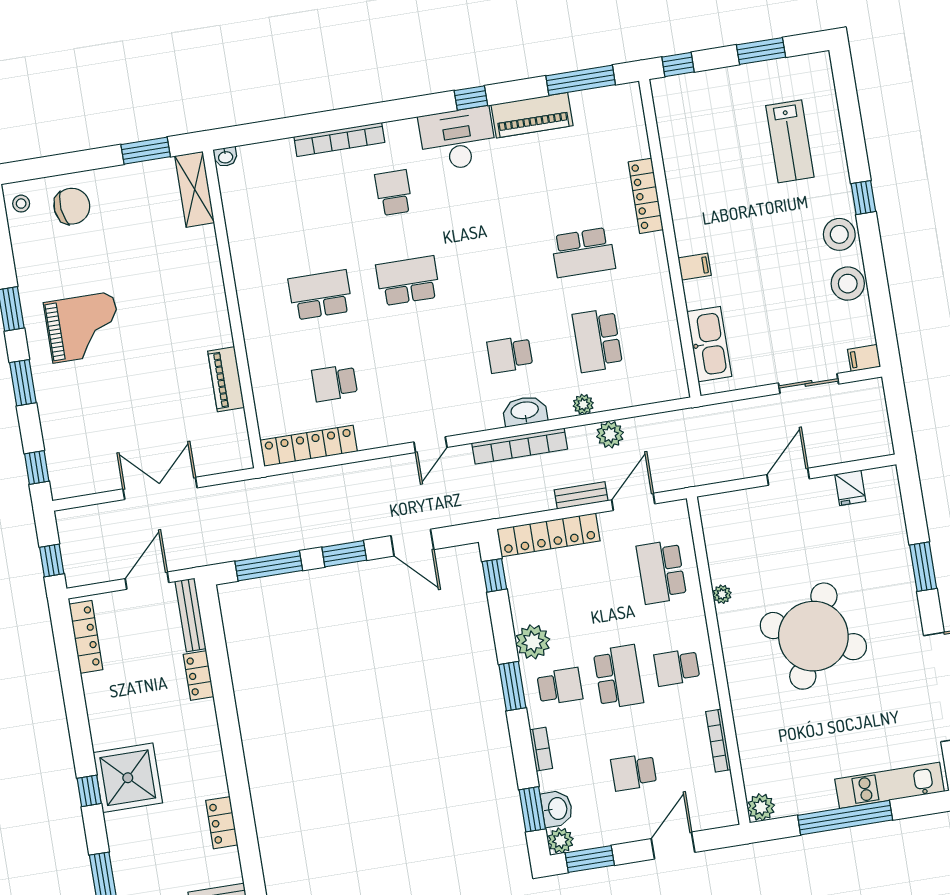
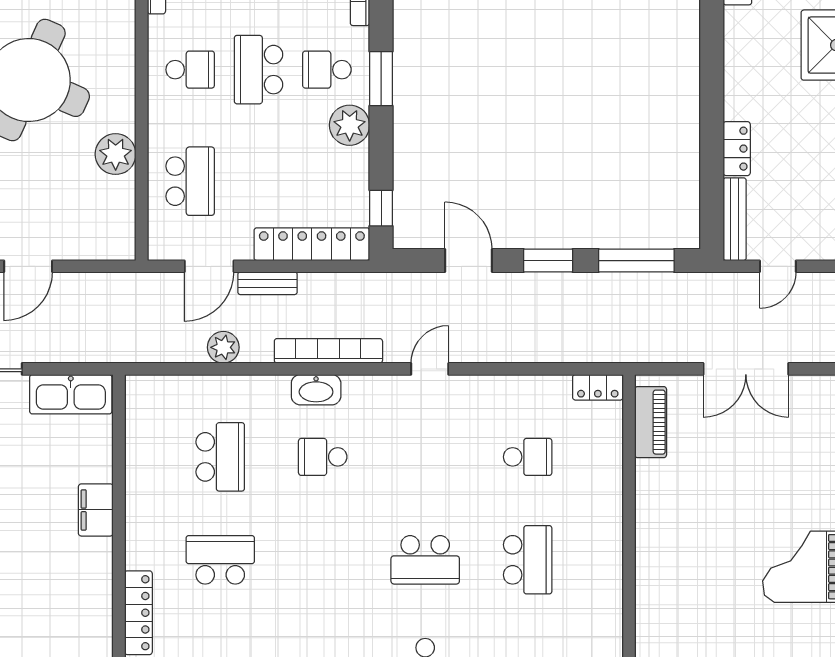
filing cabinet: (695, 267) -> (96, 510), width x2.00
school desk: (320, 295) -> (528, 560), turned -90
kitchen sink: (709, 344) -> (71, 394), moved, turned -90
school desk: (510, 355) -> (323, 457), turned 180
piano: (226, 379) -> (651, 422), moved
plant: (583, 404) -> (248, 386), removed
locker: (309, 446) -> (598, 387), width x0.46, depth x0.83
door: (147, 581) -> (778, 266), width x0.73
plant: (722, 594) -> (116, 154), width x1.87, depth x1.87

